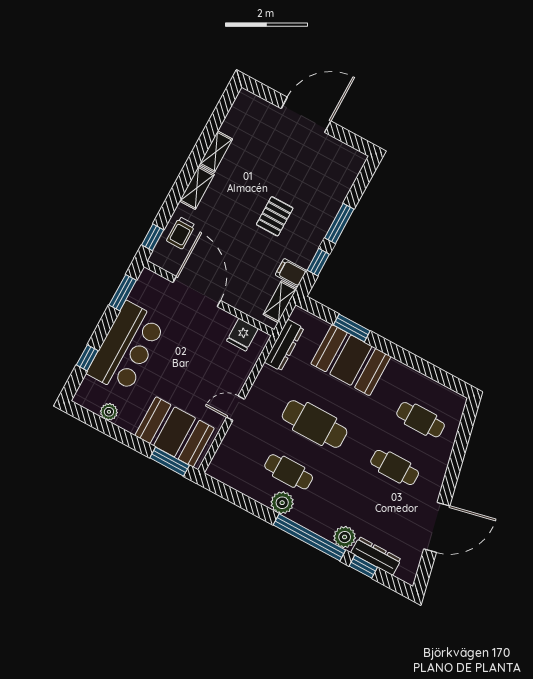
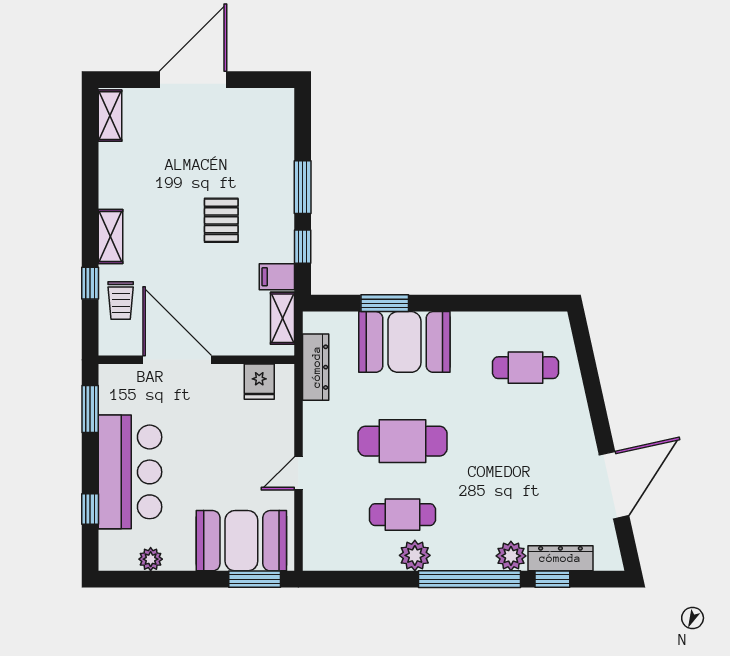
shelving: (216, 152) -> (110, 116), moved
window: (153, 237) -> (90, 283), moved
cafe table: (395, 467) -> (526, 441), removed

